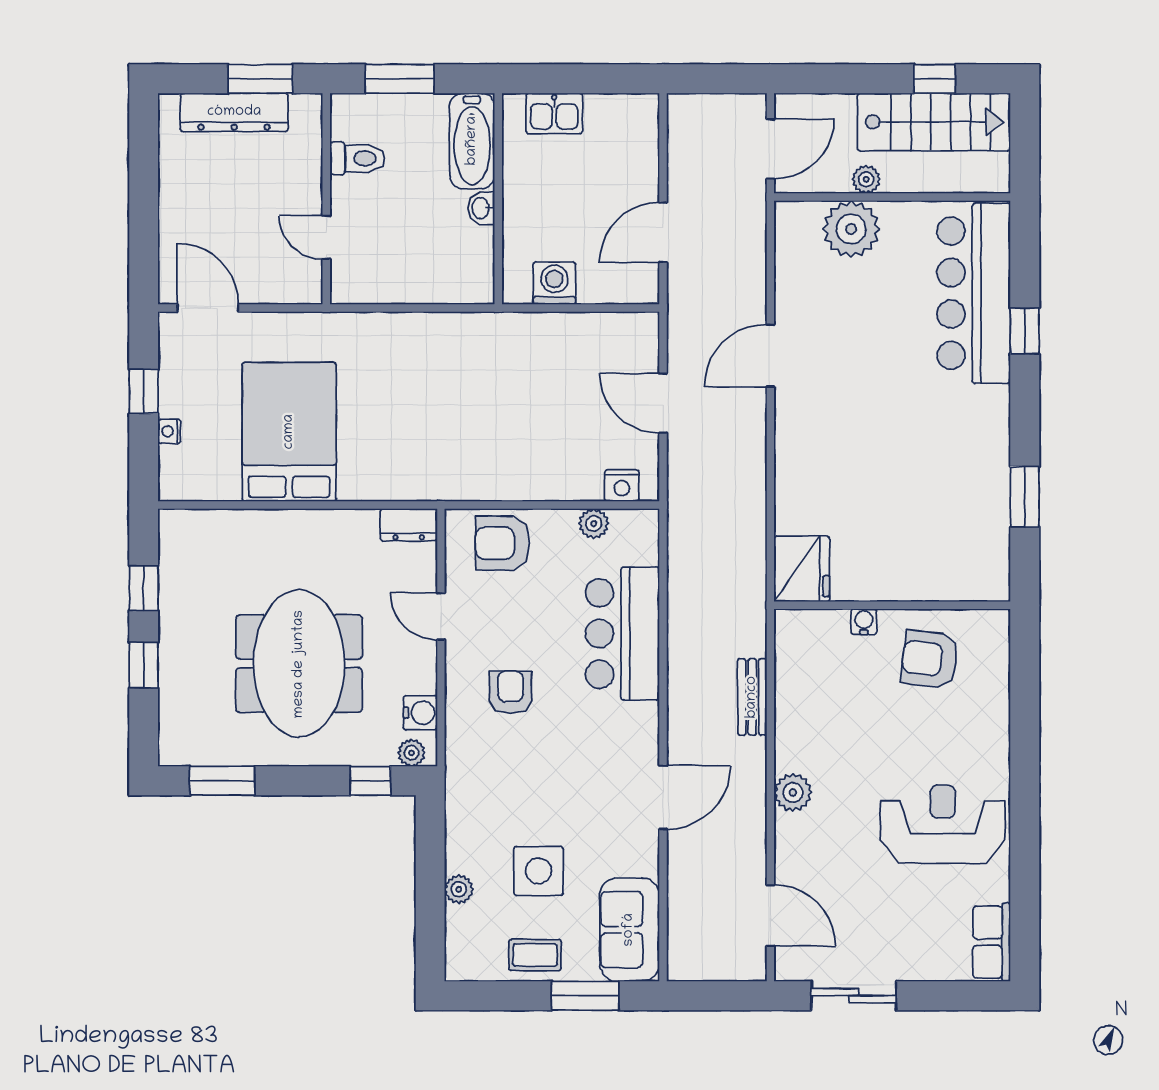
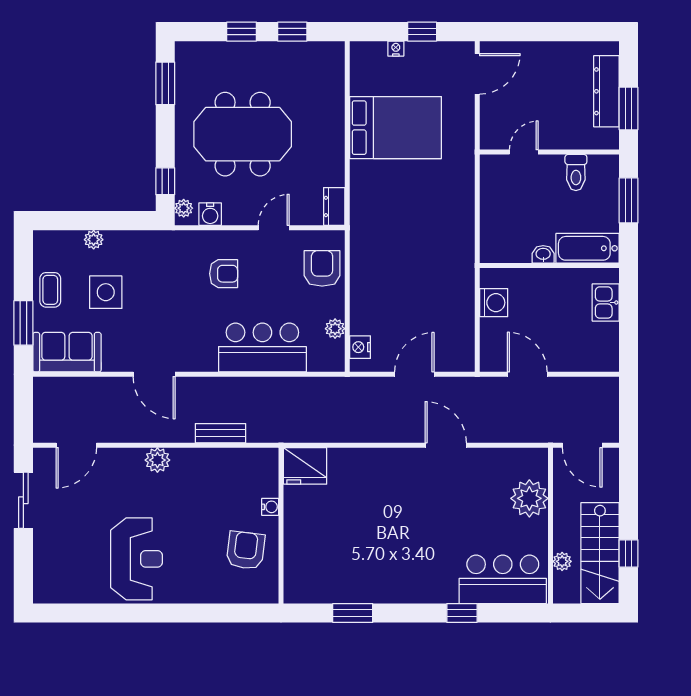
plant: (866, 179) -> (562, 561), moved
bar counter: (974, 293) -> (503, 579), width x0.73
row of seats: (992, 942) -> (59, 591), removed

